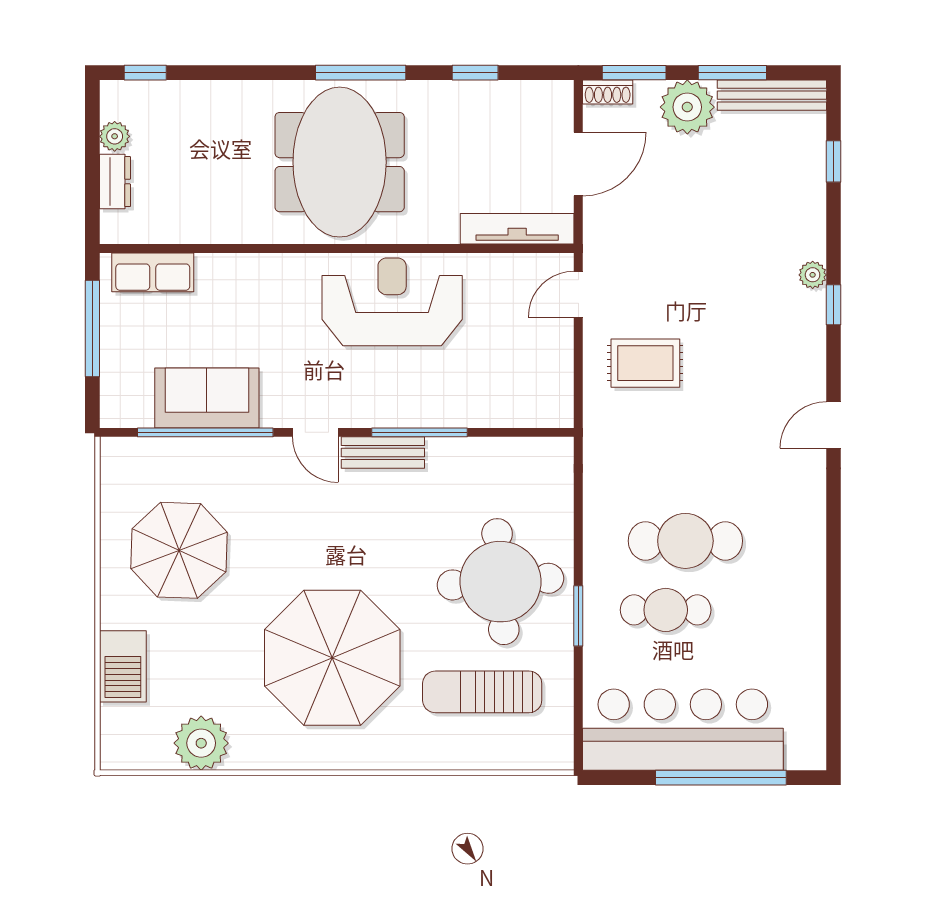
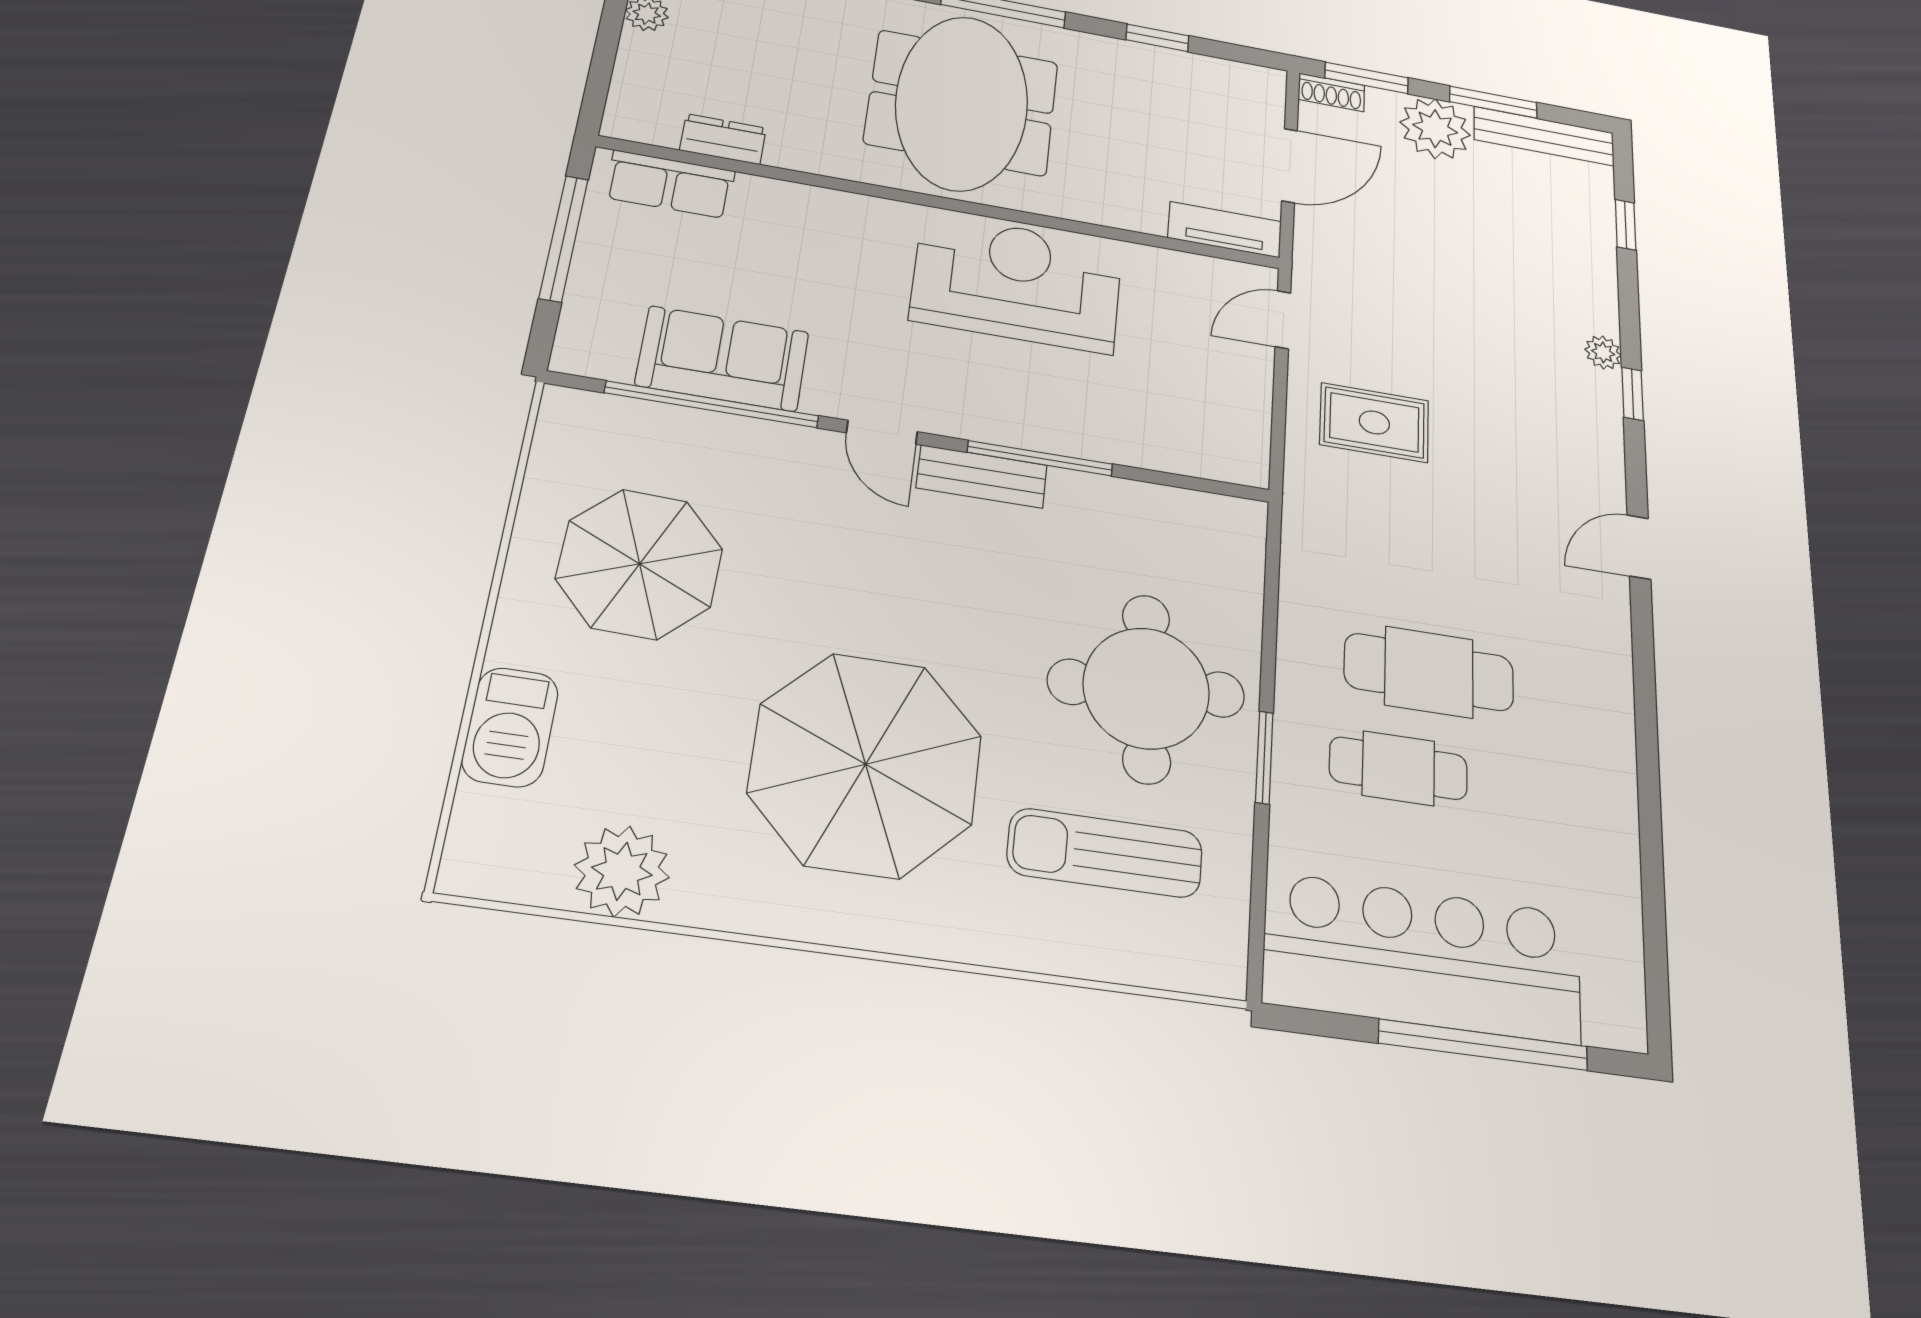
dresser: (115, 182) -> (723, 139), moved, turned -90
tv unit: (517, 229) -> (1225, 230), width x0.71

